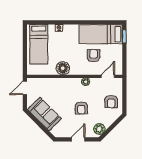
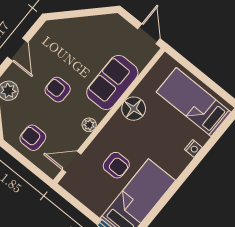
door: (108, 76) -> (72, 162), swing flipped
sofa: (44, 114) -> (112, 82), moved, turned 135

